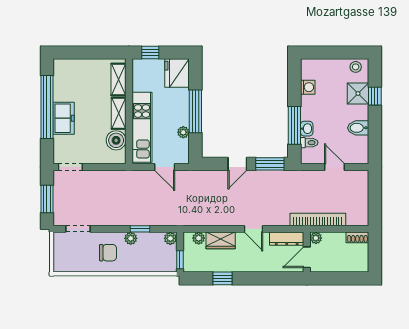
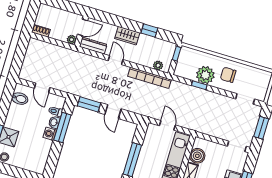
washing machine: (308, 87) -> (50, 134), moved
bidet: (358, 128) -> (20, 99), moved
plant: (183, 132) -> (146, 147), removed
door: (237, 164) -> (113, 112), swing flipped
bookcase: (318, 219) -> (149, 78), moved
plant: (131, 238) -> (205, 75), width x1.88, depth x1.88
plant: (170, 238) -> (179, 71), removed
wardrobe: (221, 240) -> (127, 36), moved, turned 180

